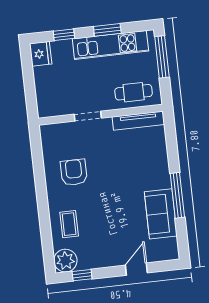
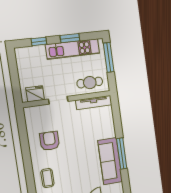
fridge: (41, 54) -> (35, 94), moved, turned -90
sofa: (161, 214) -> (110, 161), width x1.36

